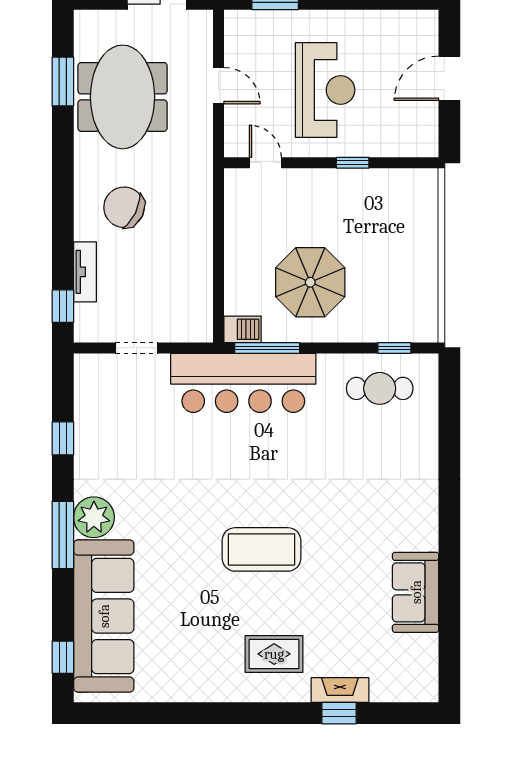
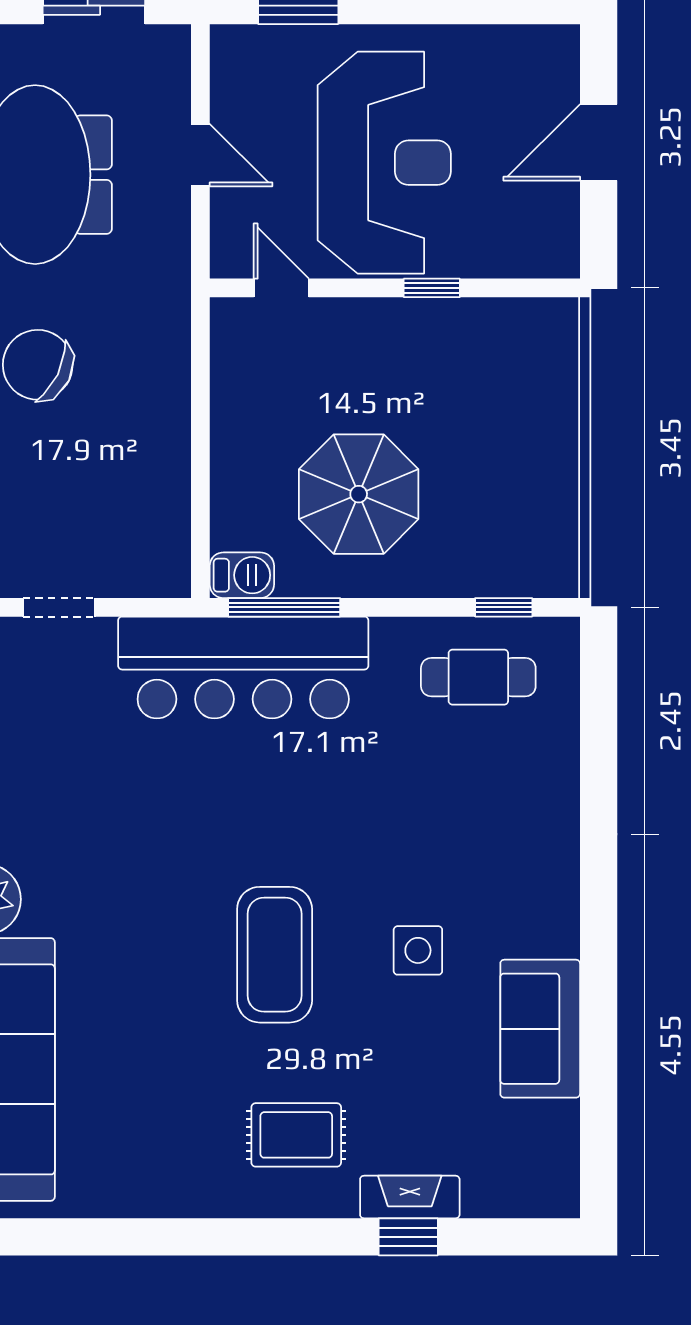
reception desk: (325, 90) -> (384, 163), width x1.36, depth x1.30
side table: (345, 547) -> (418, 950), added
coffee table: (261, 549) -> (275, 955), turned 90

